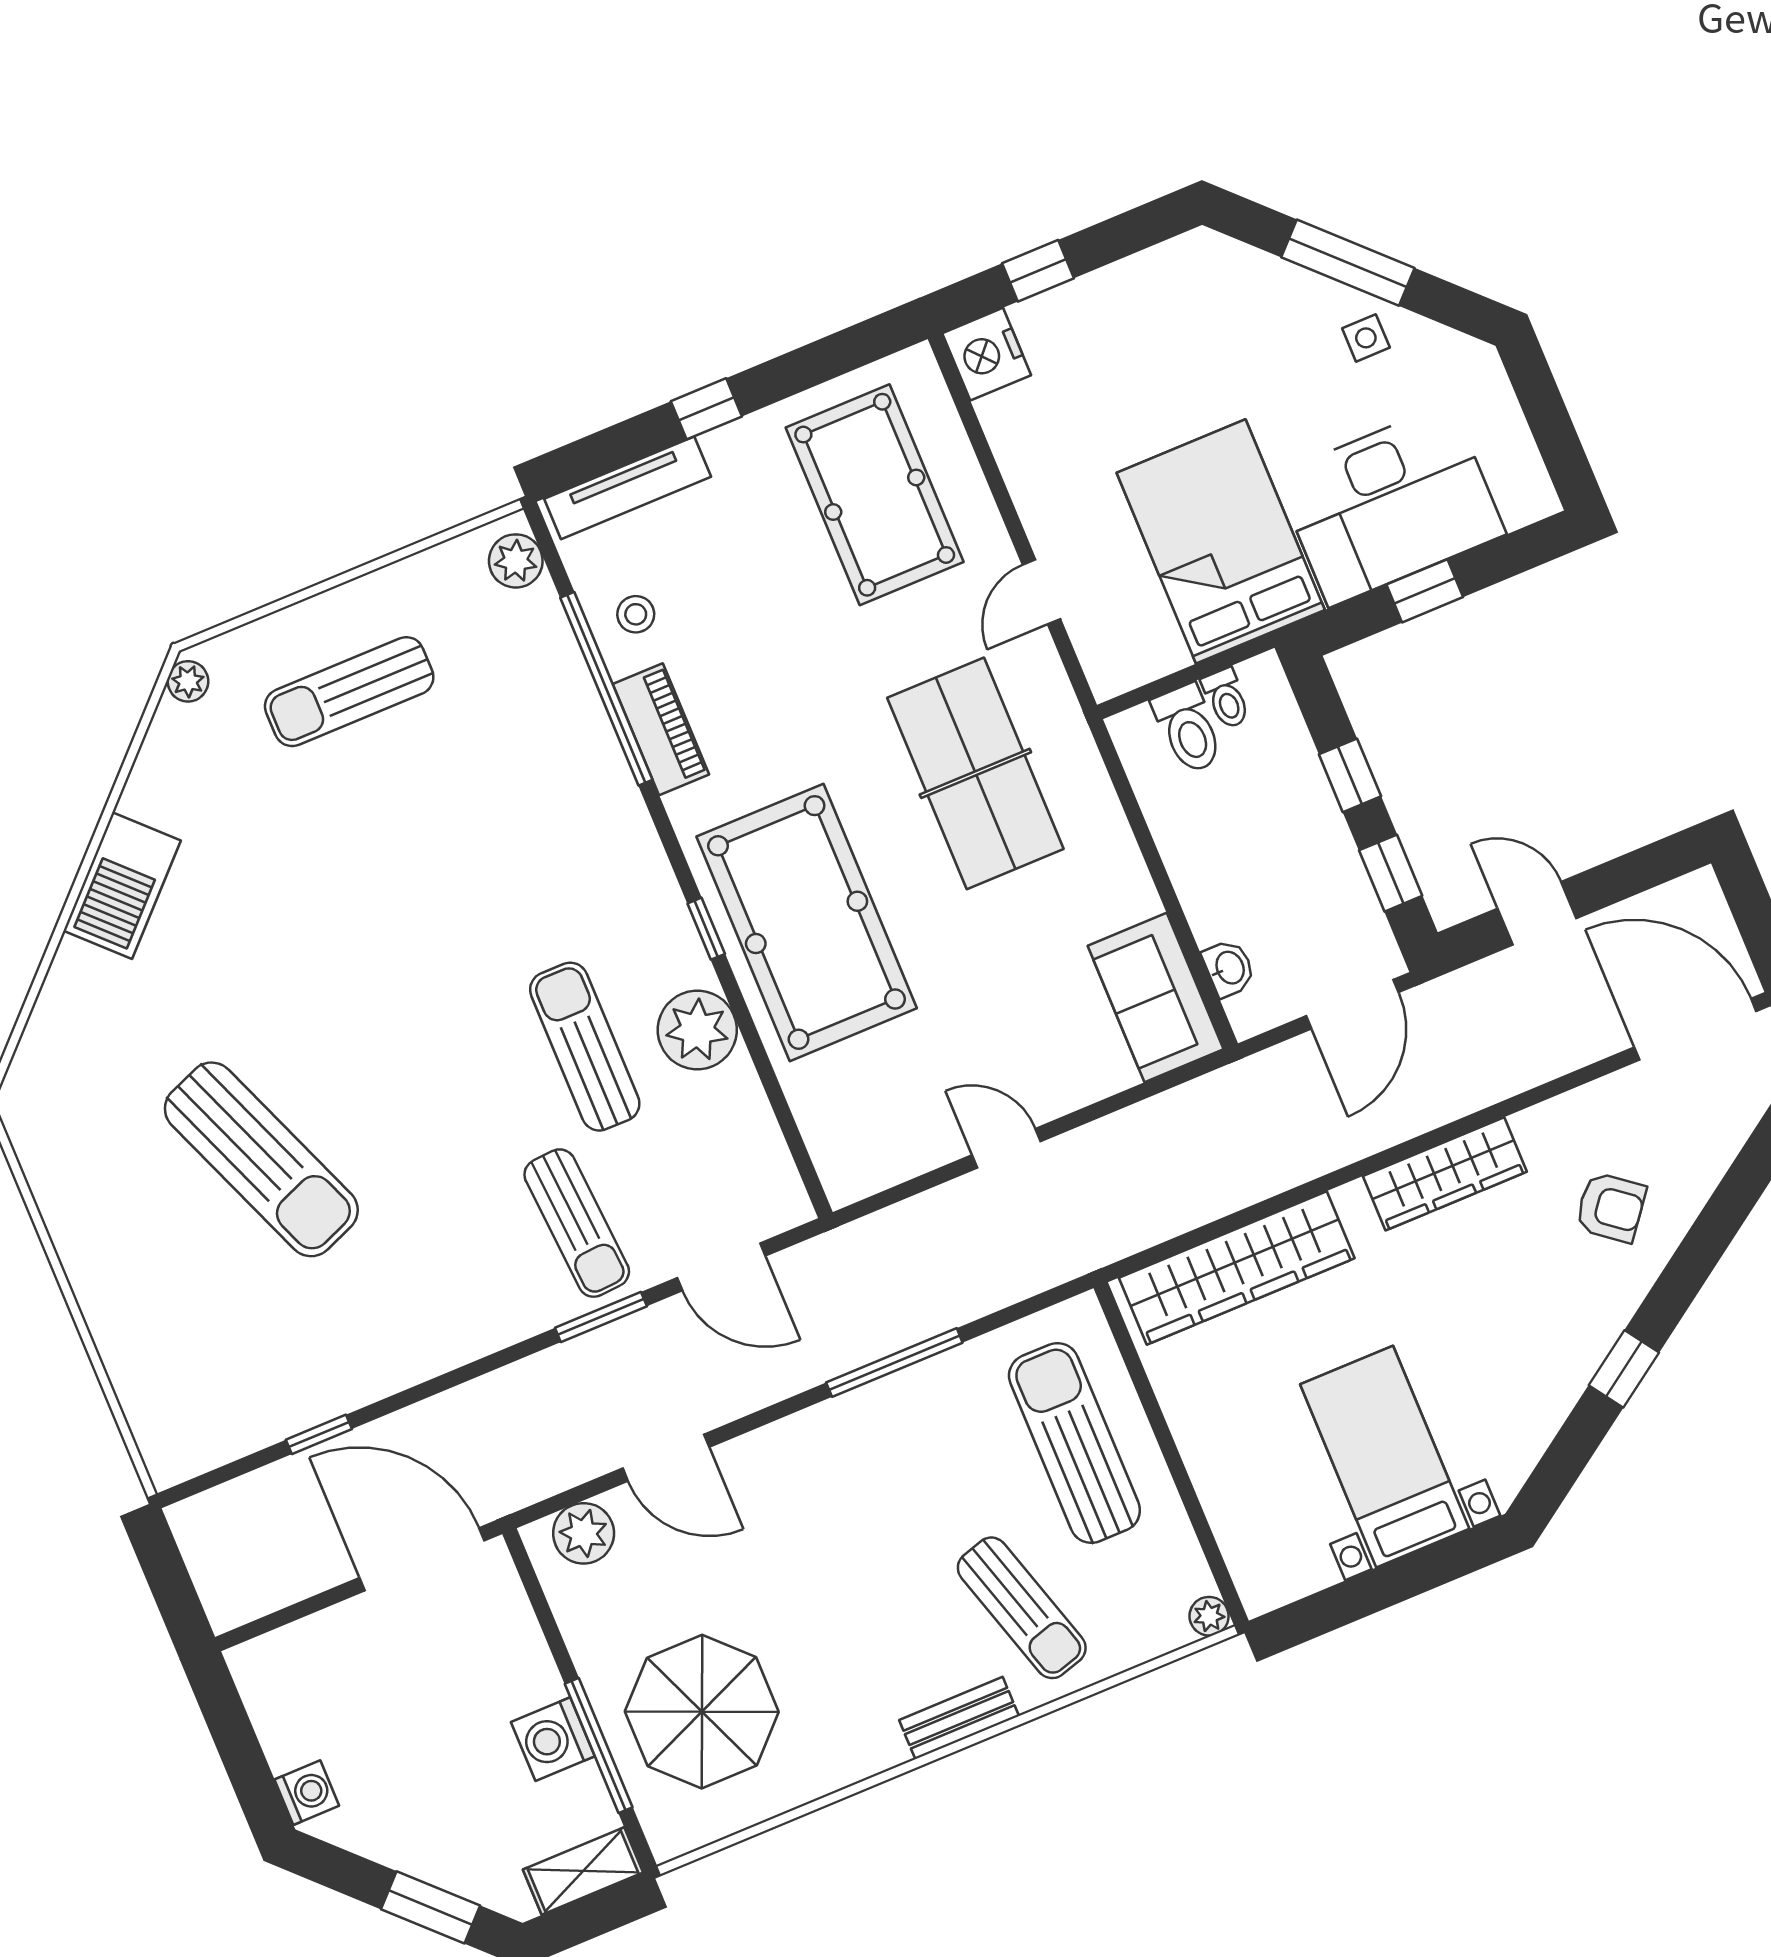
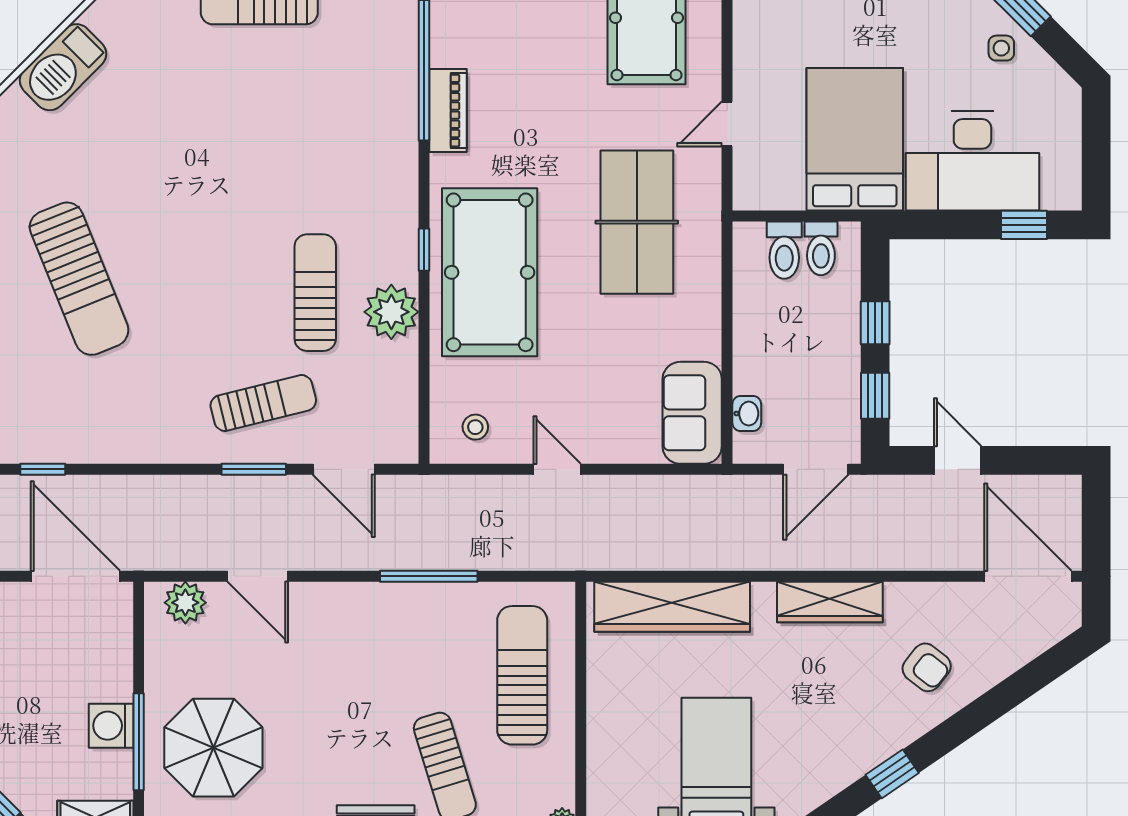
window: (1425, 591) -> (1024, 225), moved
stool: (636, 614) -> (475, 427), moved
toilet: (1226, 698) -> (821, 248), width x1.37, depth x1.39
sun lounger: (577, 1223) -> (263, 403), turned -100

